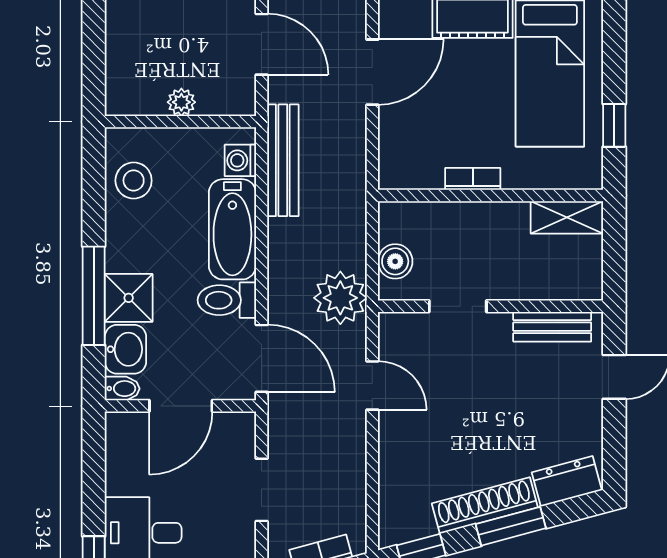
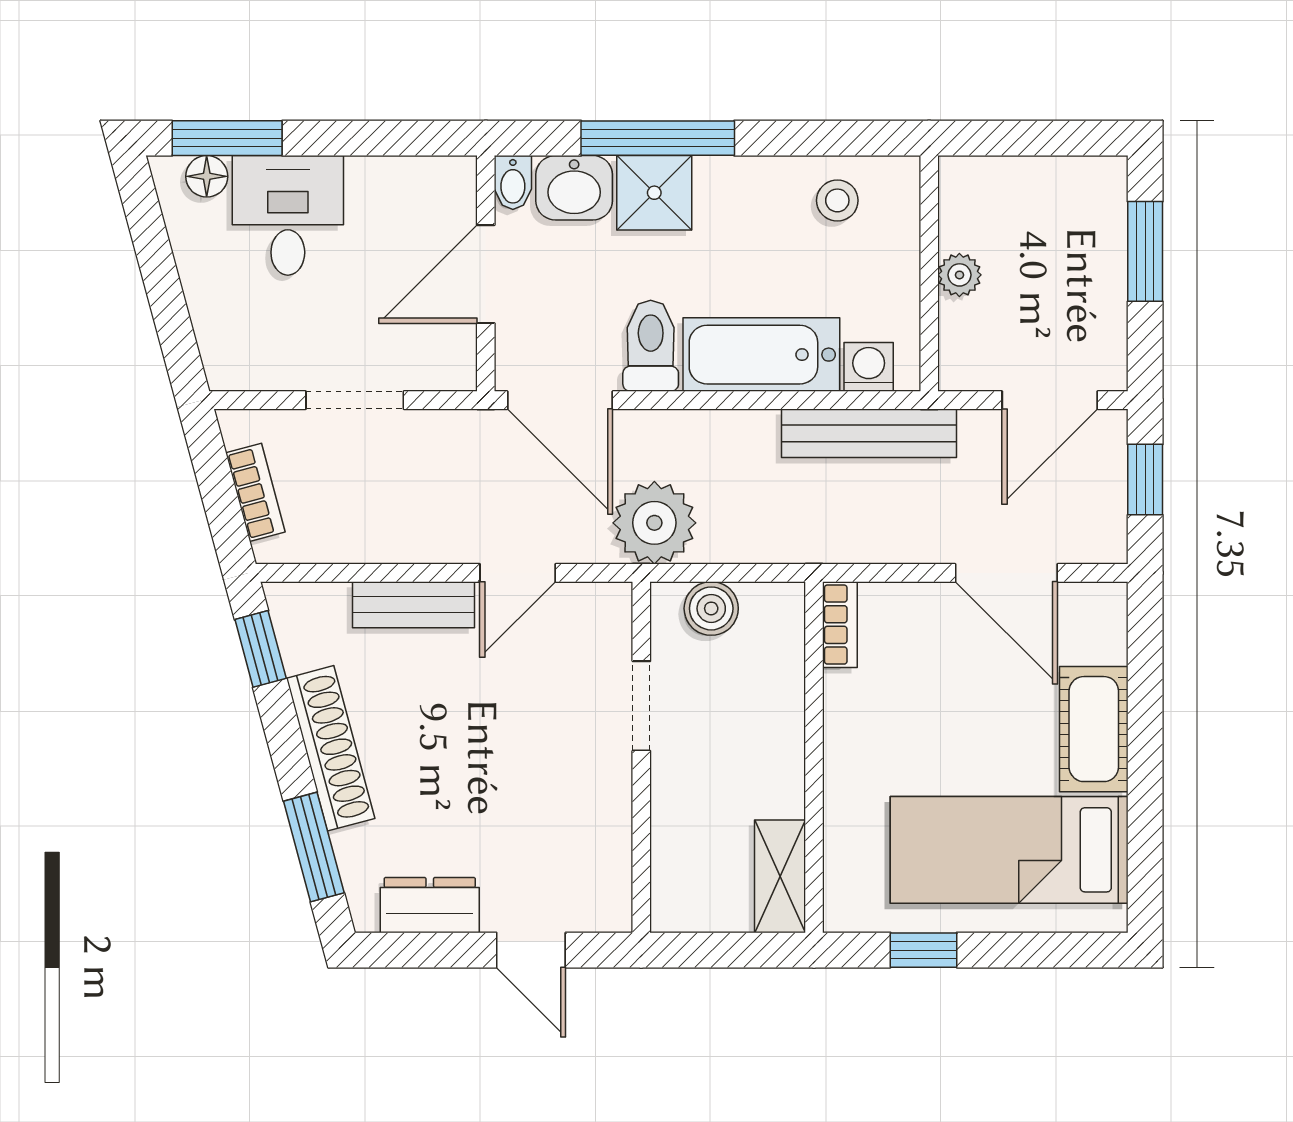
bookcase: (473, 179) -> (840, 625), moved
stool: (134, 181) -> (837, 200), width x0.73, depth x0.73
bench: (552, 327) -> (414, 605), moved, turned 90
door: (262, 358) -> (560, 400), hinge flipped
door: (181, 406) -> (486, 274), hinge flipped
dresser: (567, 481) -> (430, 905), moved, turned -75
window: (511, 526) -> (314, 847), moved

